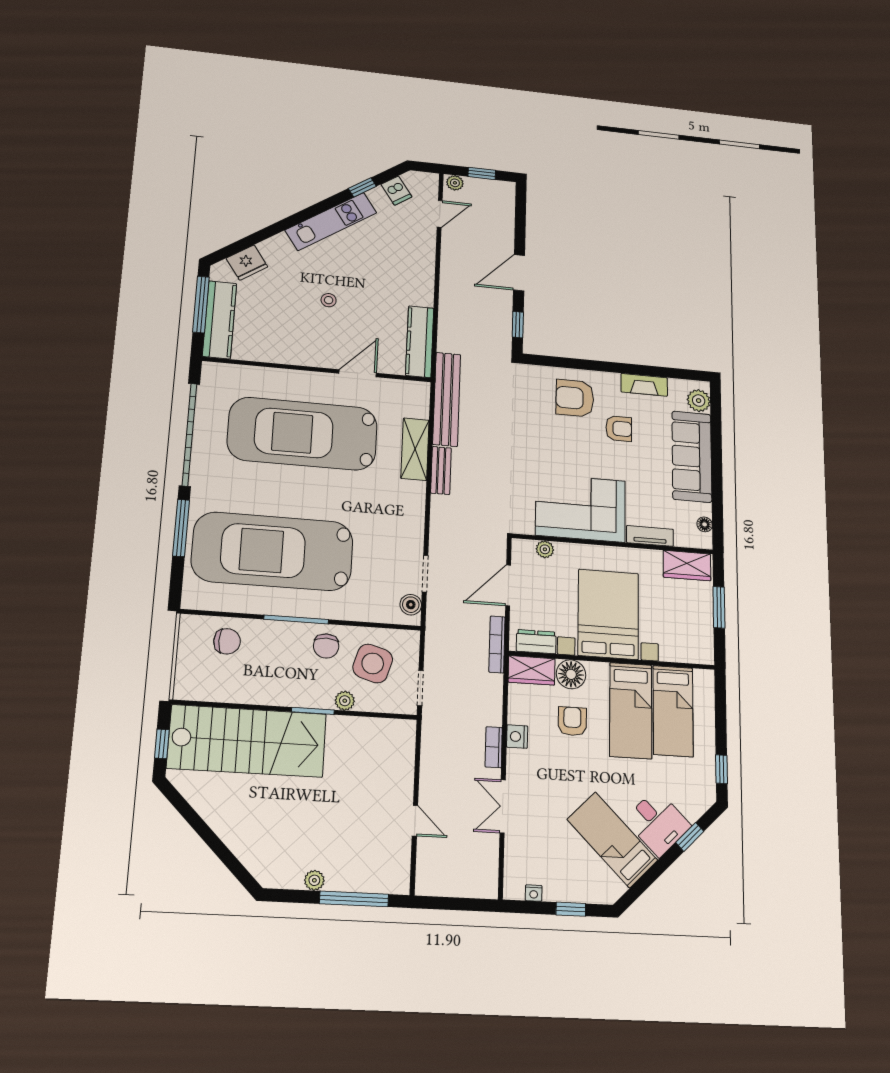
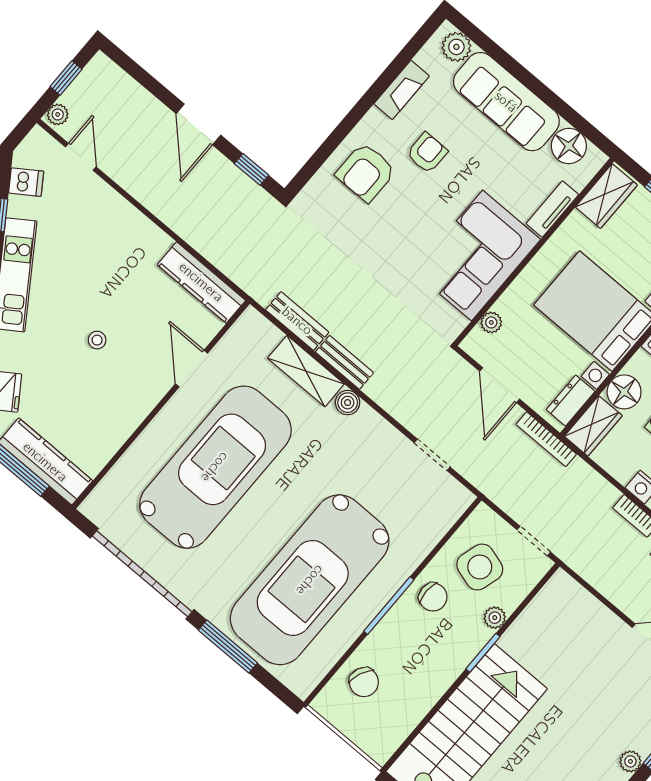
bench: (447, 399) -> (297, 321), width x0.54, depth x0.82
car: (303, 434) -> (215, 467), turned 180
floor lamp: (705, 524) -> (569, 146), width x1.89, depth x1.89
boiler: (411, 605) -> (348, 403), moved
chair: (227, 641) -> (364, 682), turned 113

